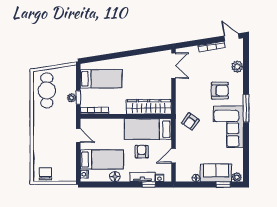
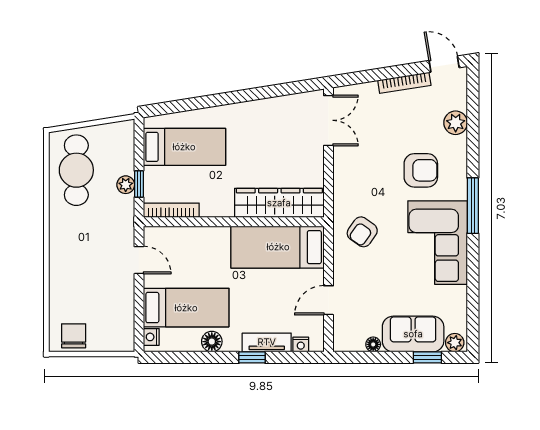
armchair: (142, 152) -> (265, 292), removed
window: (149, 184) -> (252, 357), moved

